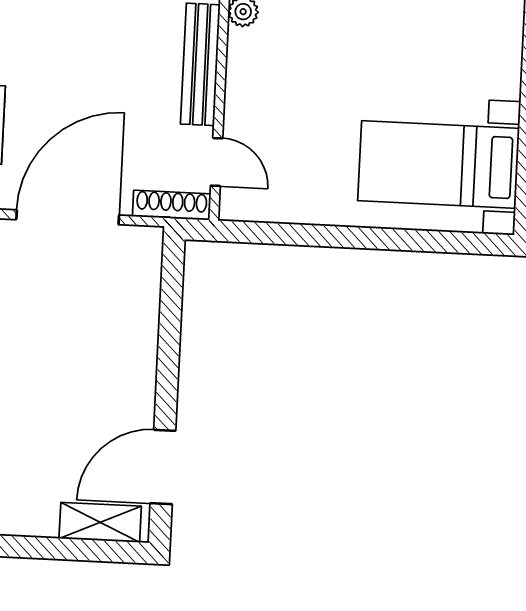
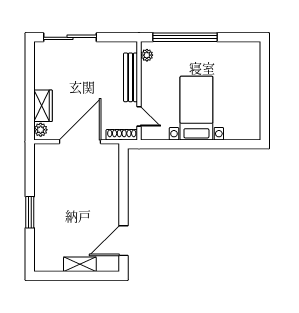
bed with nightstands: (439, 164) -> (196, 108), moved, turned 90
shelving: (100, 522) -> (80, 264), moved

